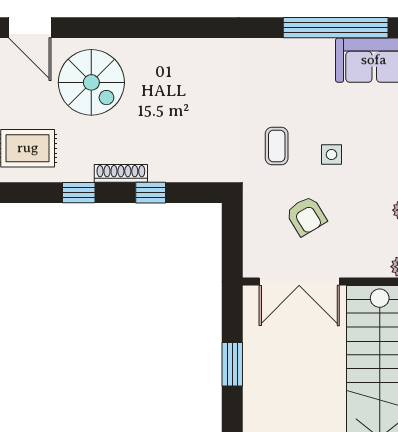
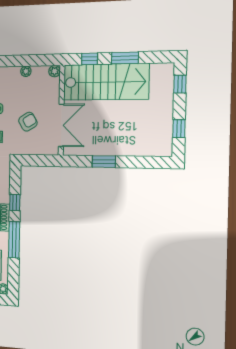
window: (79, 193) -> (14, 240), width x2.17

